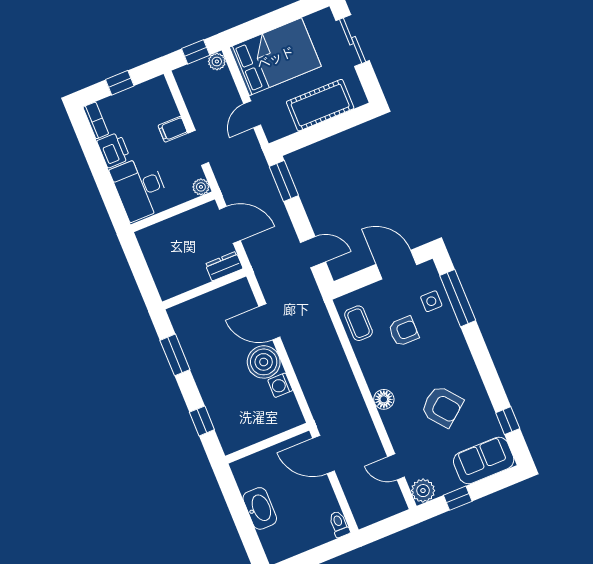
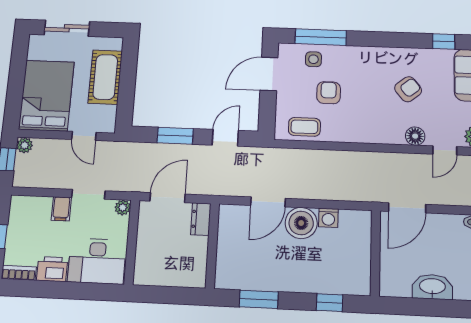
window: (284, 181) -> (175, 136), moved
floor lamp: (384, 399) -> (415, 136), moved
armchair: (442, 407) -> (408, 89), width x0.72, depth x0.72

